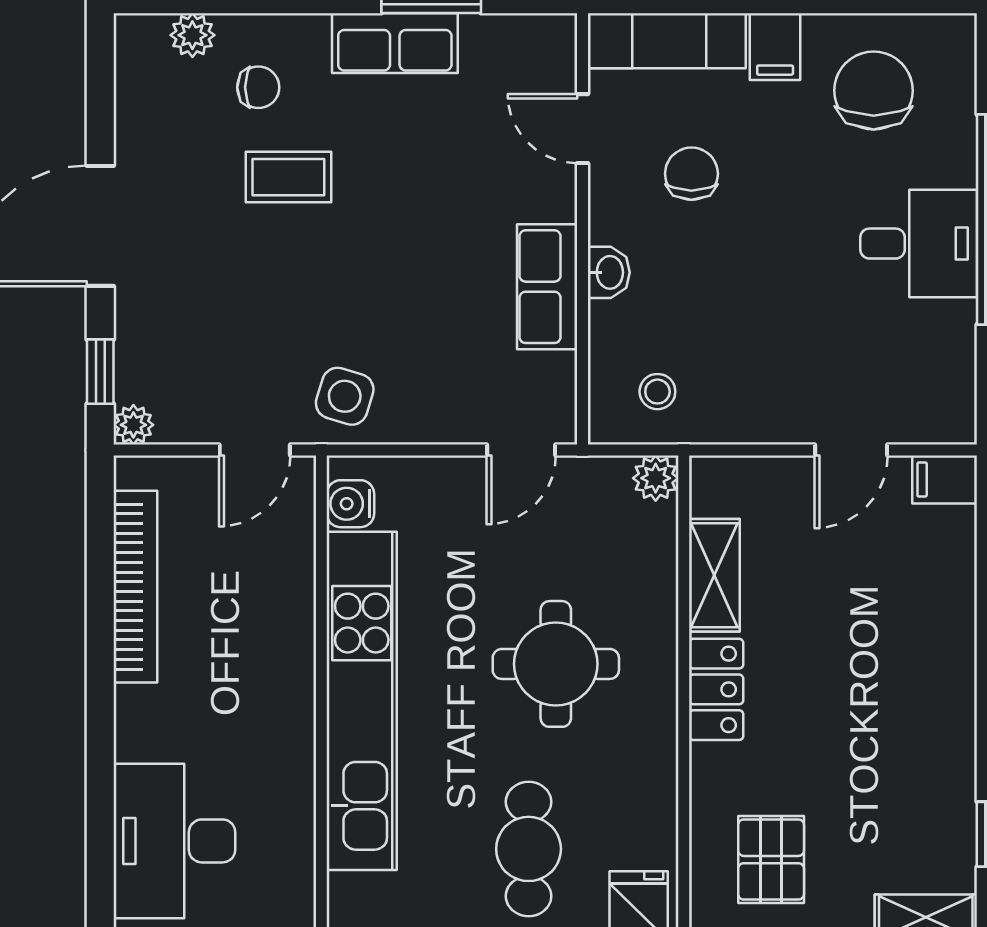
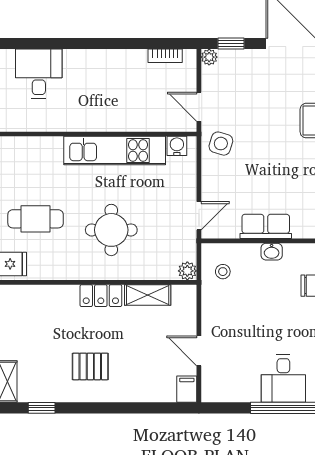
door: (521, 450) -> (199, 216), swing flipped
bookcase: (135, 587) -> (165, 56), width x0.43, depth x0.76
kitchen unit: (362, 701) -> (115, 151), width x0.73
desk: (174, 841) -> (39, 74), width x0.73
pallet: (771, 860) -> (90, 366), moved

